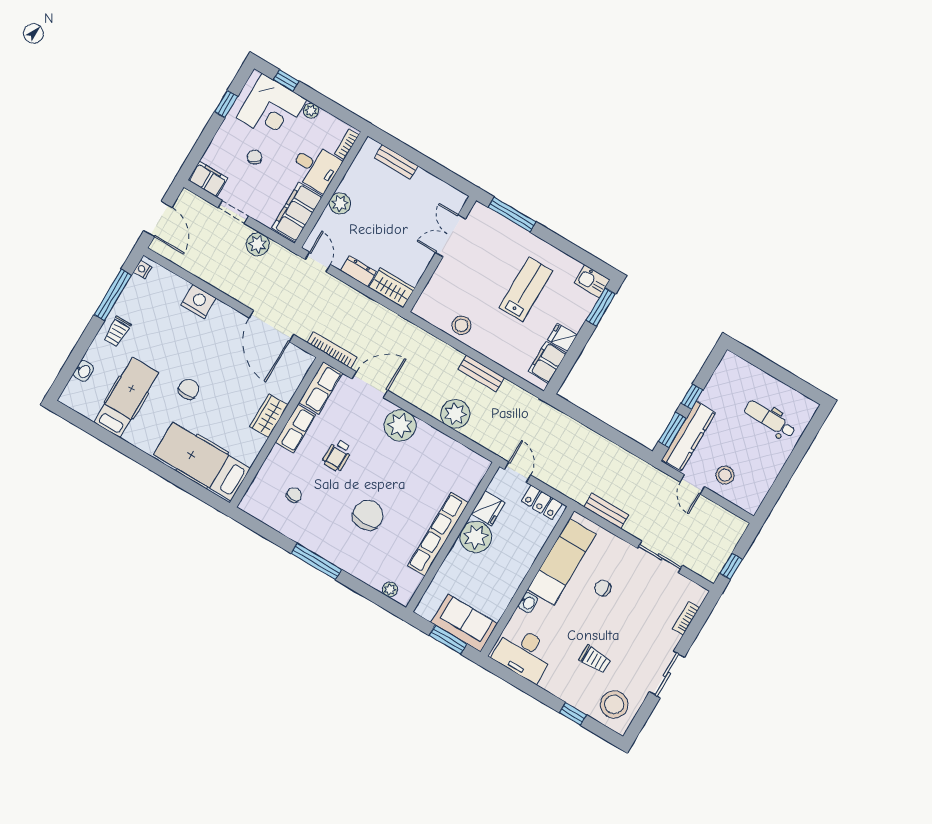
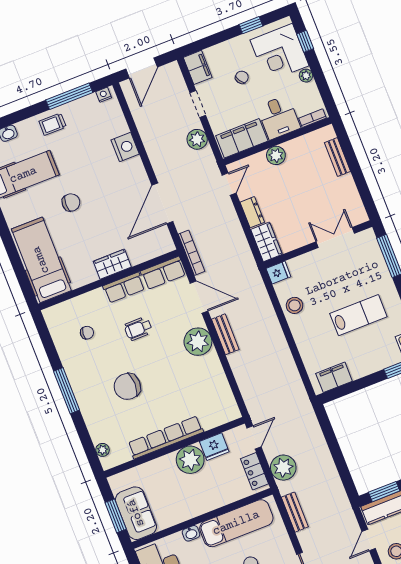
fridge: (562, 337) -> (278, 273), moved, turned 90
bench: (481, 373) -> (225, 334), moved
plant: (455, 414) -> (283, 468), moved
chair: (368, 515) -> (127, 386), turned 180

